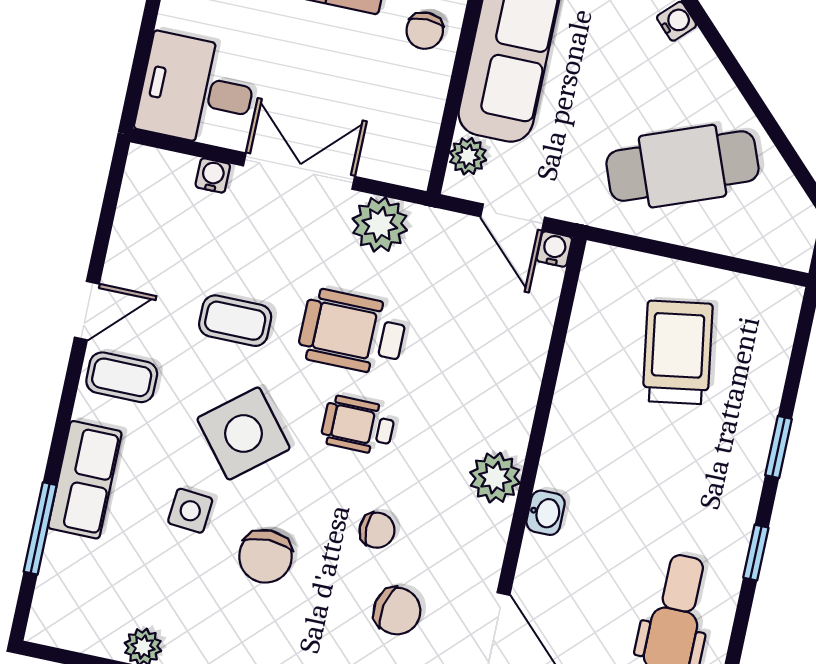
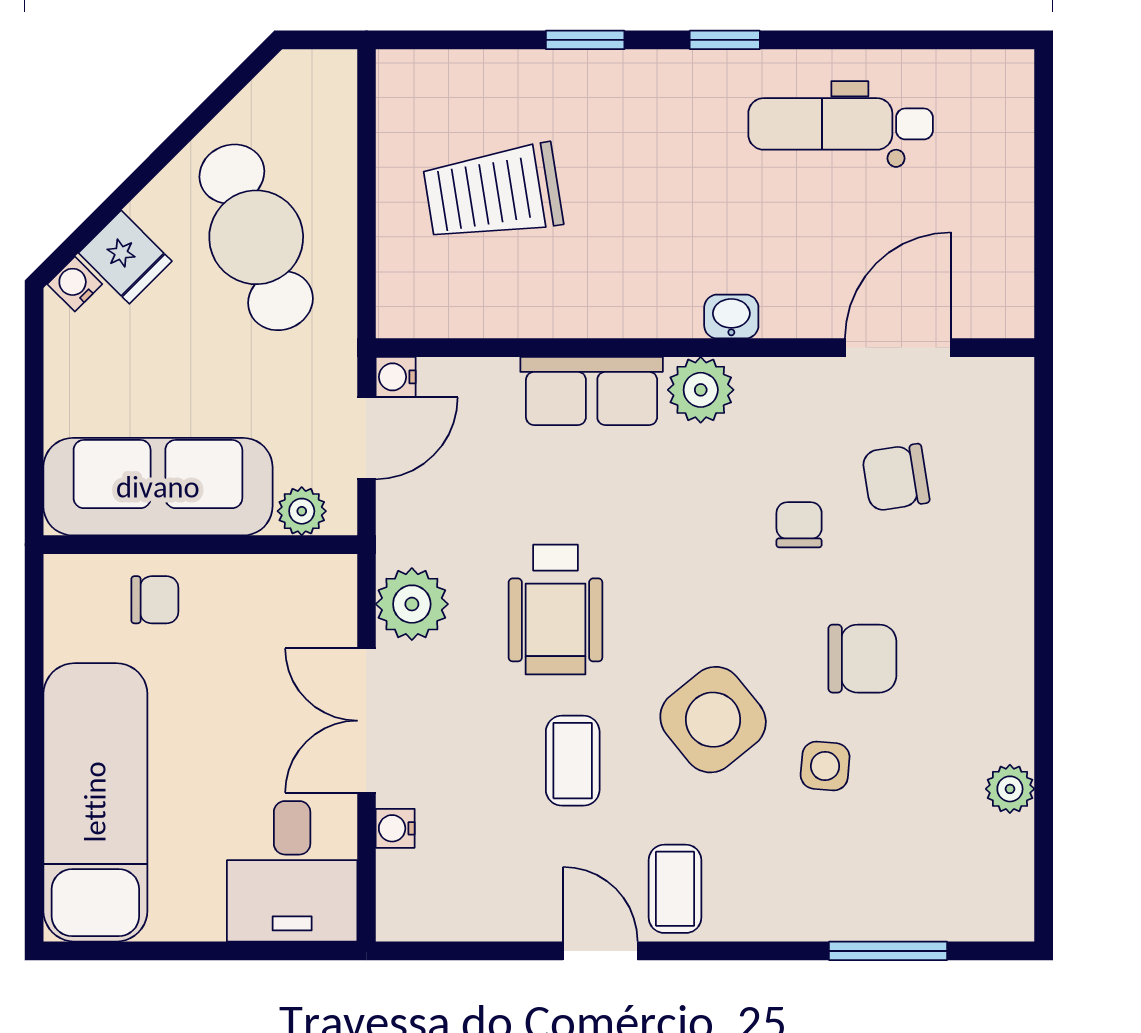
fridge: (689, 64) -> (125, 257), added
wheelchair: (358, 425) -> (672, 577), removed
row of seats: (85, 480) -> (592, 391), moved, turned 180
chair: (397, 611) -> (896, 478), turned -110

